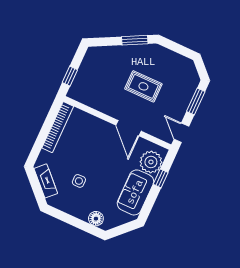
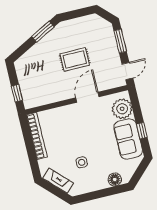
door: (129, 128) -> (87, 97), swing flipped
door: (181, 133) -> (127, 71), swing flipped
window: (161, 178) -> (142, 131), moved

